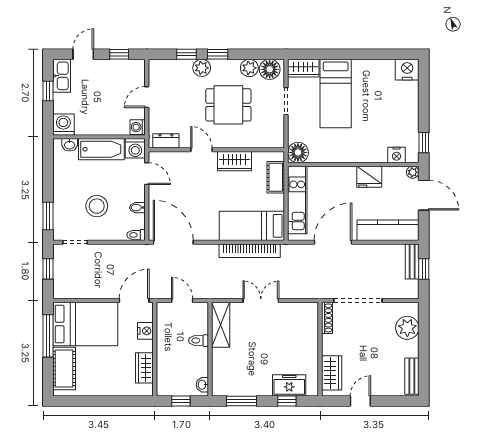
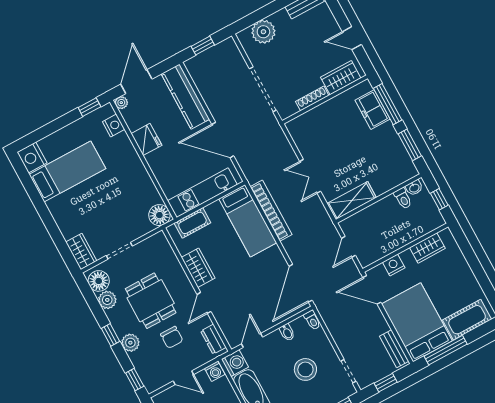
window: (187, 54) -> (135, 380), moved
bed: (336, 94) -> (67, 171), moved
chair: (187, 106) -> (172, 337), added
bench: (412, 261) -> (394, 349), moved, turned 90
shoe rack: (327, 318) -> (312, 98), moved
toilet: (198, 341) -> (403, 198), moved
window: (287, 401) -> (388, 104), width x2.17

